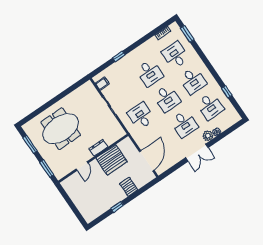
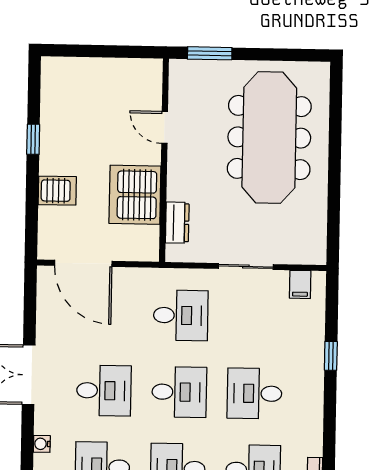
desk: (167, 98) -> (179, 392), turned 180
desk: (184, 124) -> (104, 391), turned 180
meeting table: (61, 129) -> (269, 137), width x1.36
plant: (208, 136) -> (47, 421), removed
window: (30, 144) -> (282, 55), removed
dresser: (98, 148) -> (177, 223), moved

